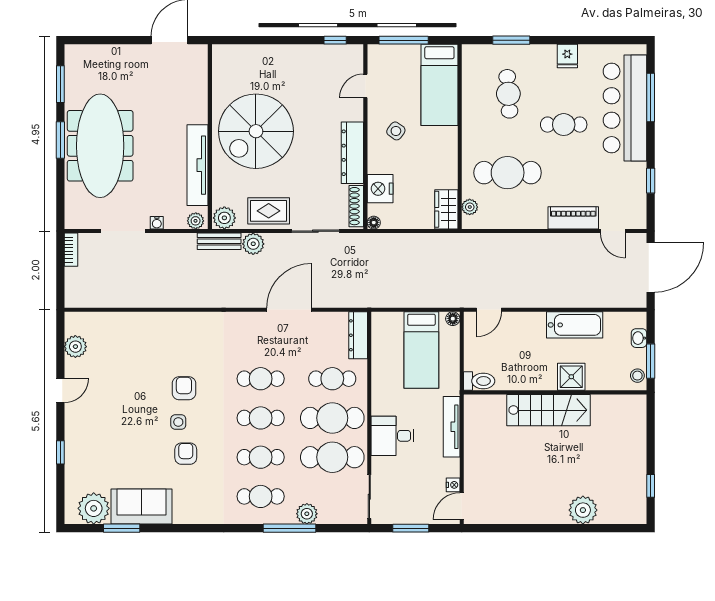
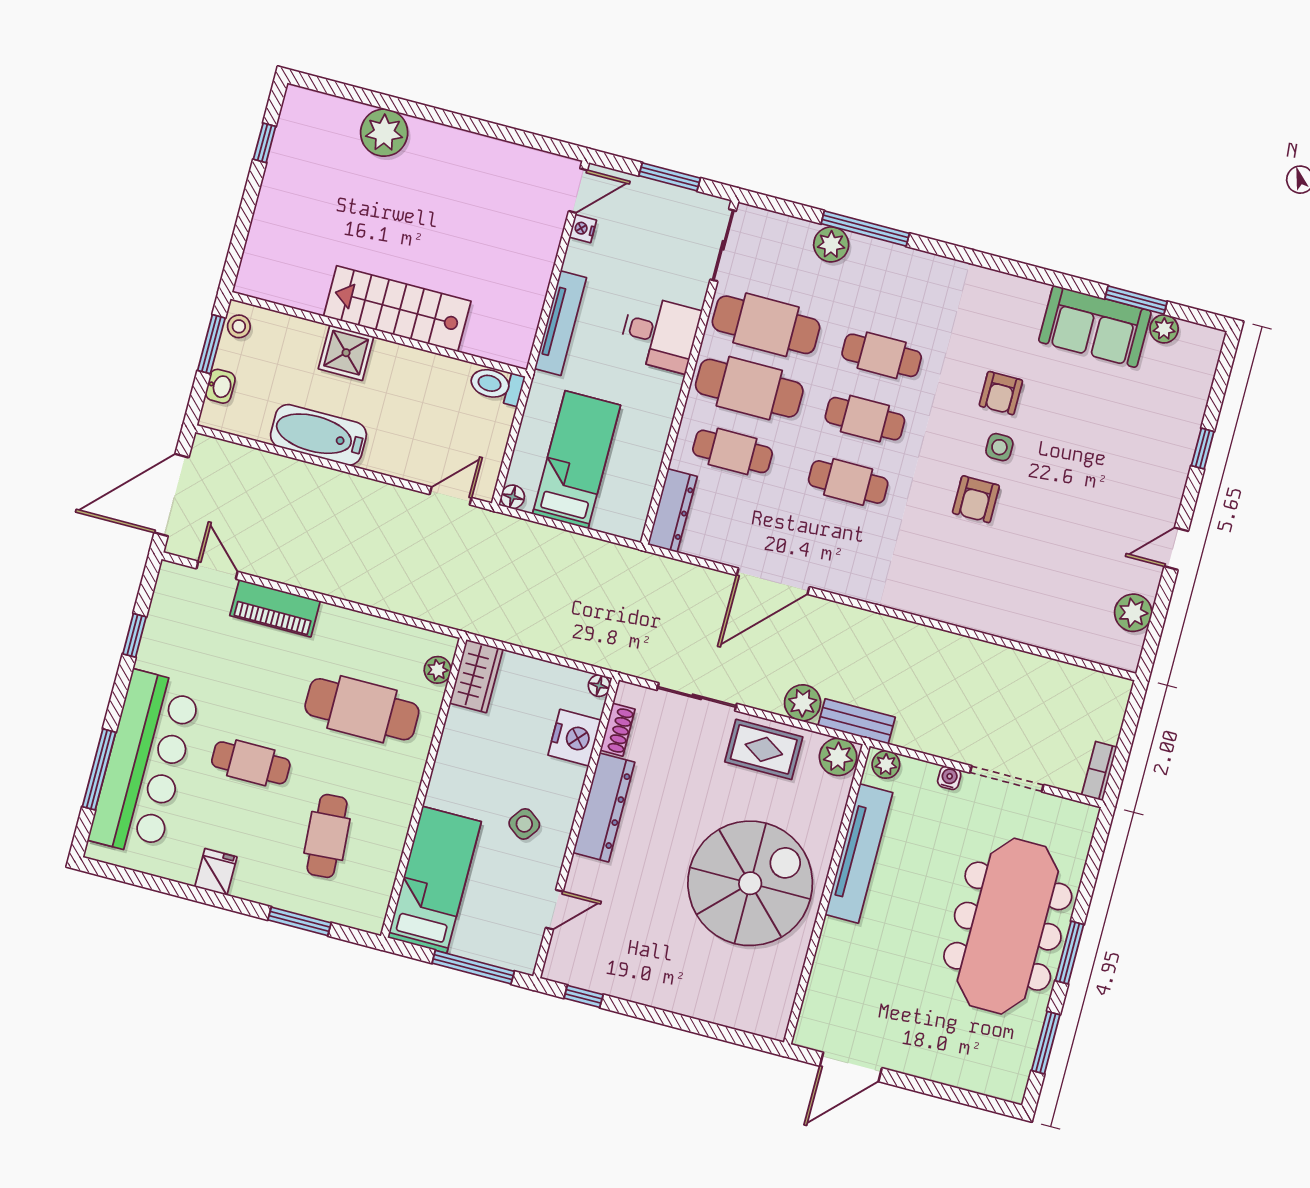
shoe rack: (356, 206) -> (618, 730), width x0.70
cafe table: (261, 496) -> (898, 292), removed
plant: (94, 508) -> (1164, 329), width x0.53, depth x0.53

